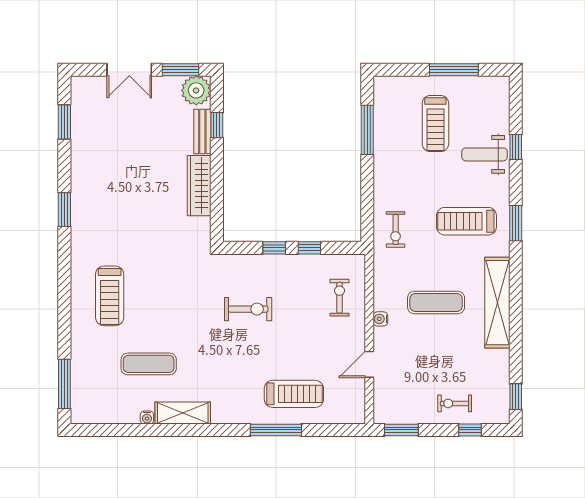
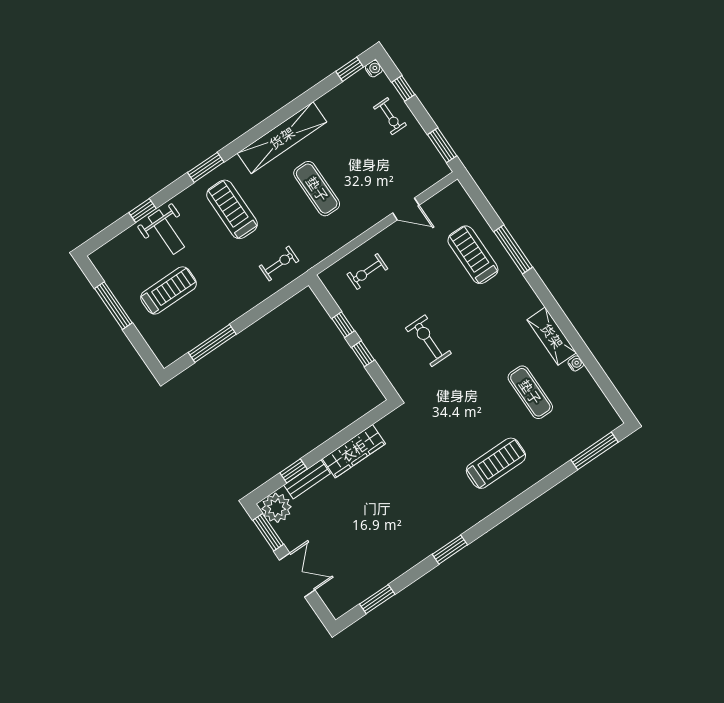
treadmill: (466, 221) -> (232, 209), turned 180
water cooler: (380, 319) -> (374, 69), moved, turned -90

